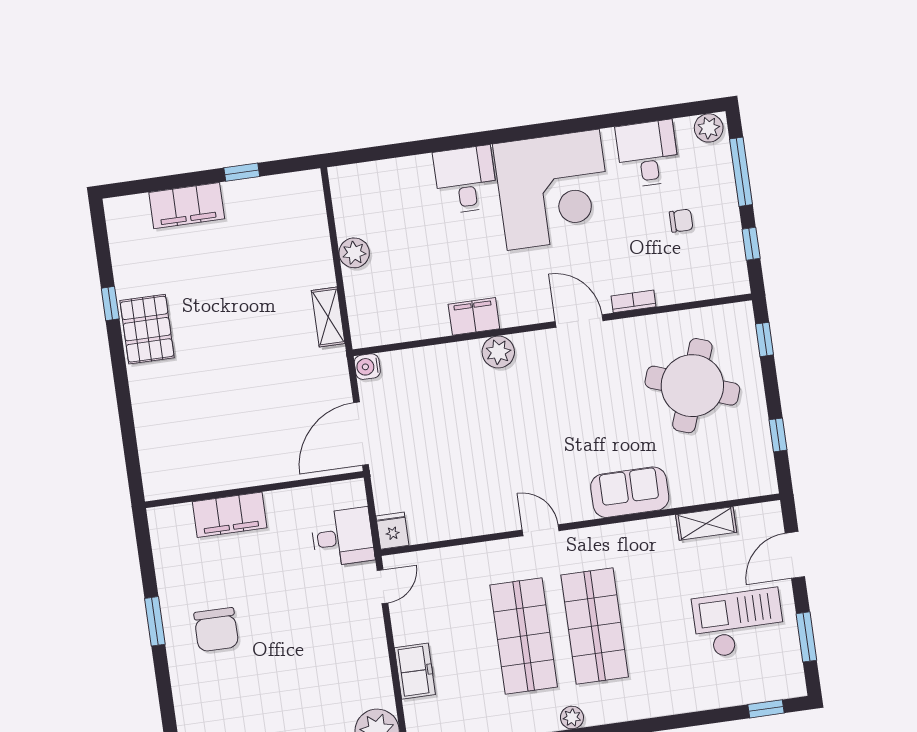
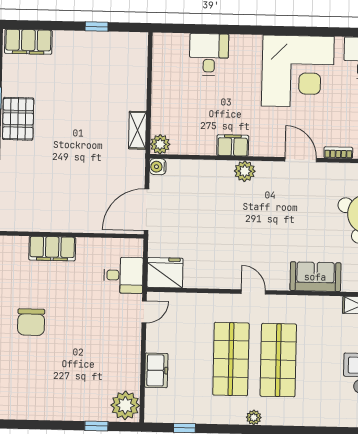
desk: (466, 180) -> (209, 54), moved
filing cabinet: (187, 206) -> (28, 42), moved
plant: (354, 253) -> (160, 144), moved
fridge: (392, 531) -> (165, 273), width x1.88, depth x1.34

